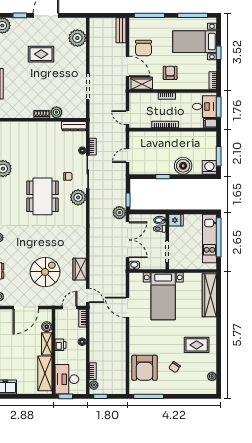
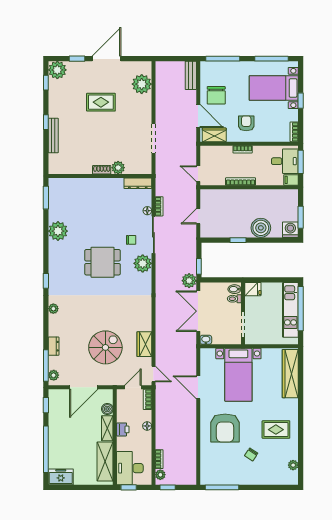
dining table: (43, 196) -> (103, 262), width x0.73
double door: (127, 240) -> (198, 311), swing flipped
armchair: (144, 368) -> (225, 428), moved

